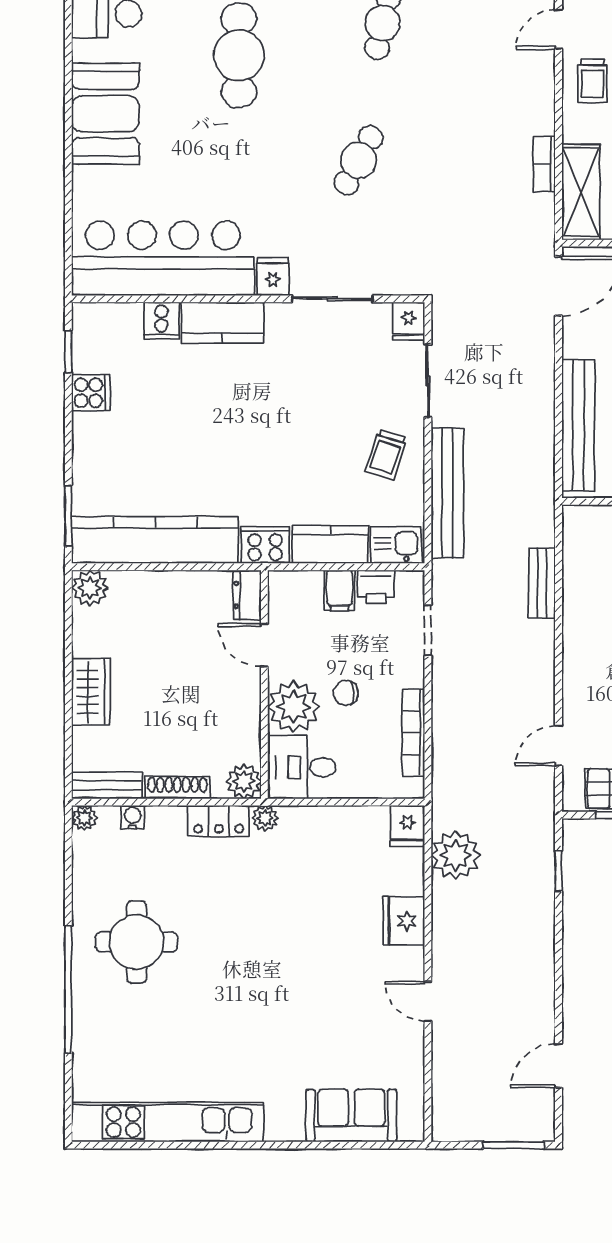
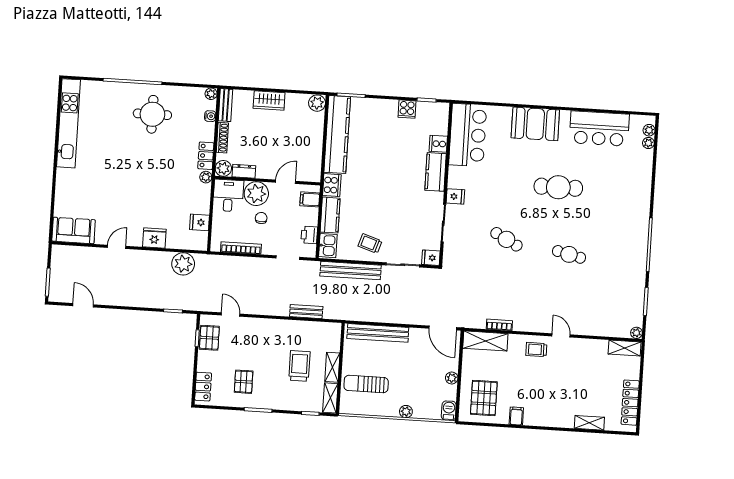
bar counter: (163, 258) -> (468, 135), width x0.73
filing cabinet: (339, 590) -> (310, 199), moved
dresser: (247, 595) -> (244, 171), moved
fridge: (407, 826) -> (199, 222), moved
sofa: (351, 1116) -> (74, 230), moved, turned -90

